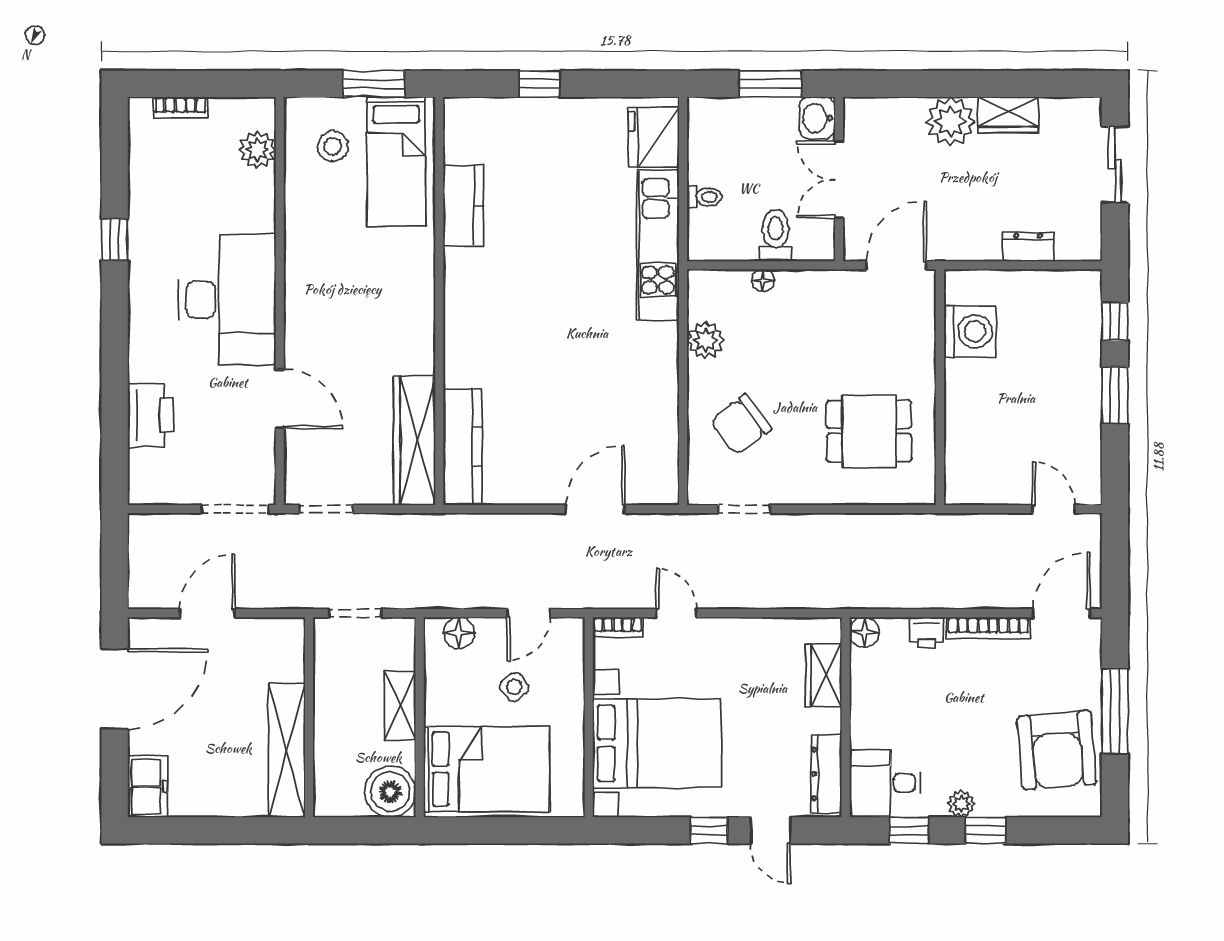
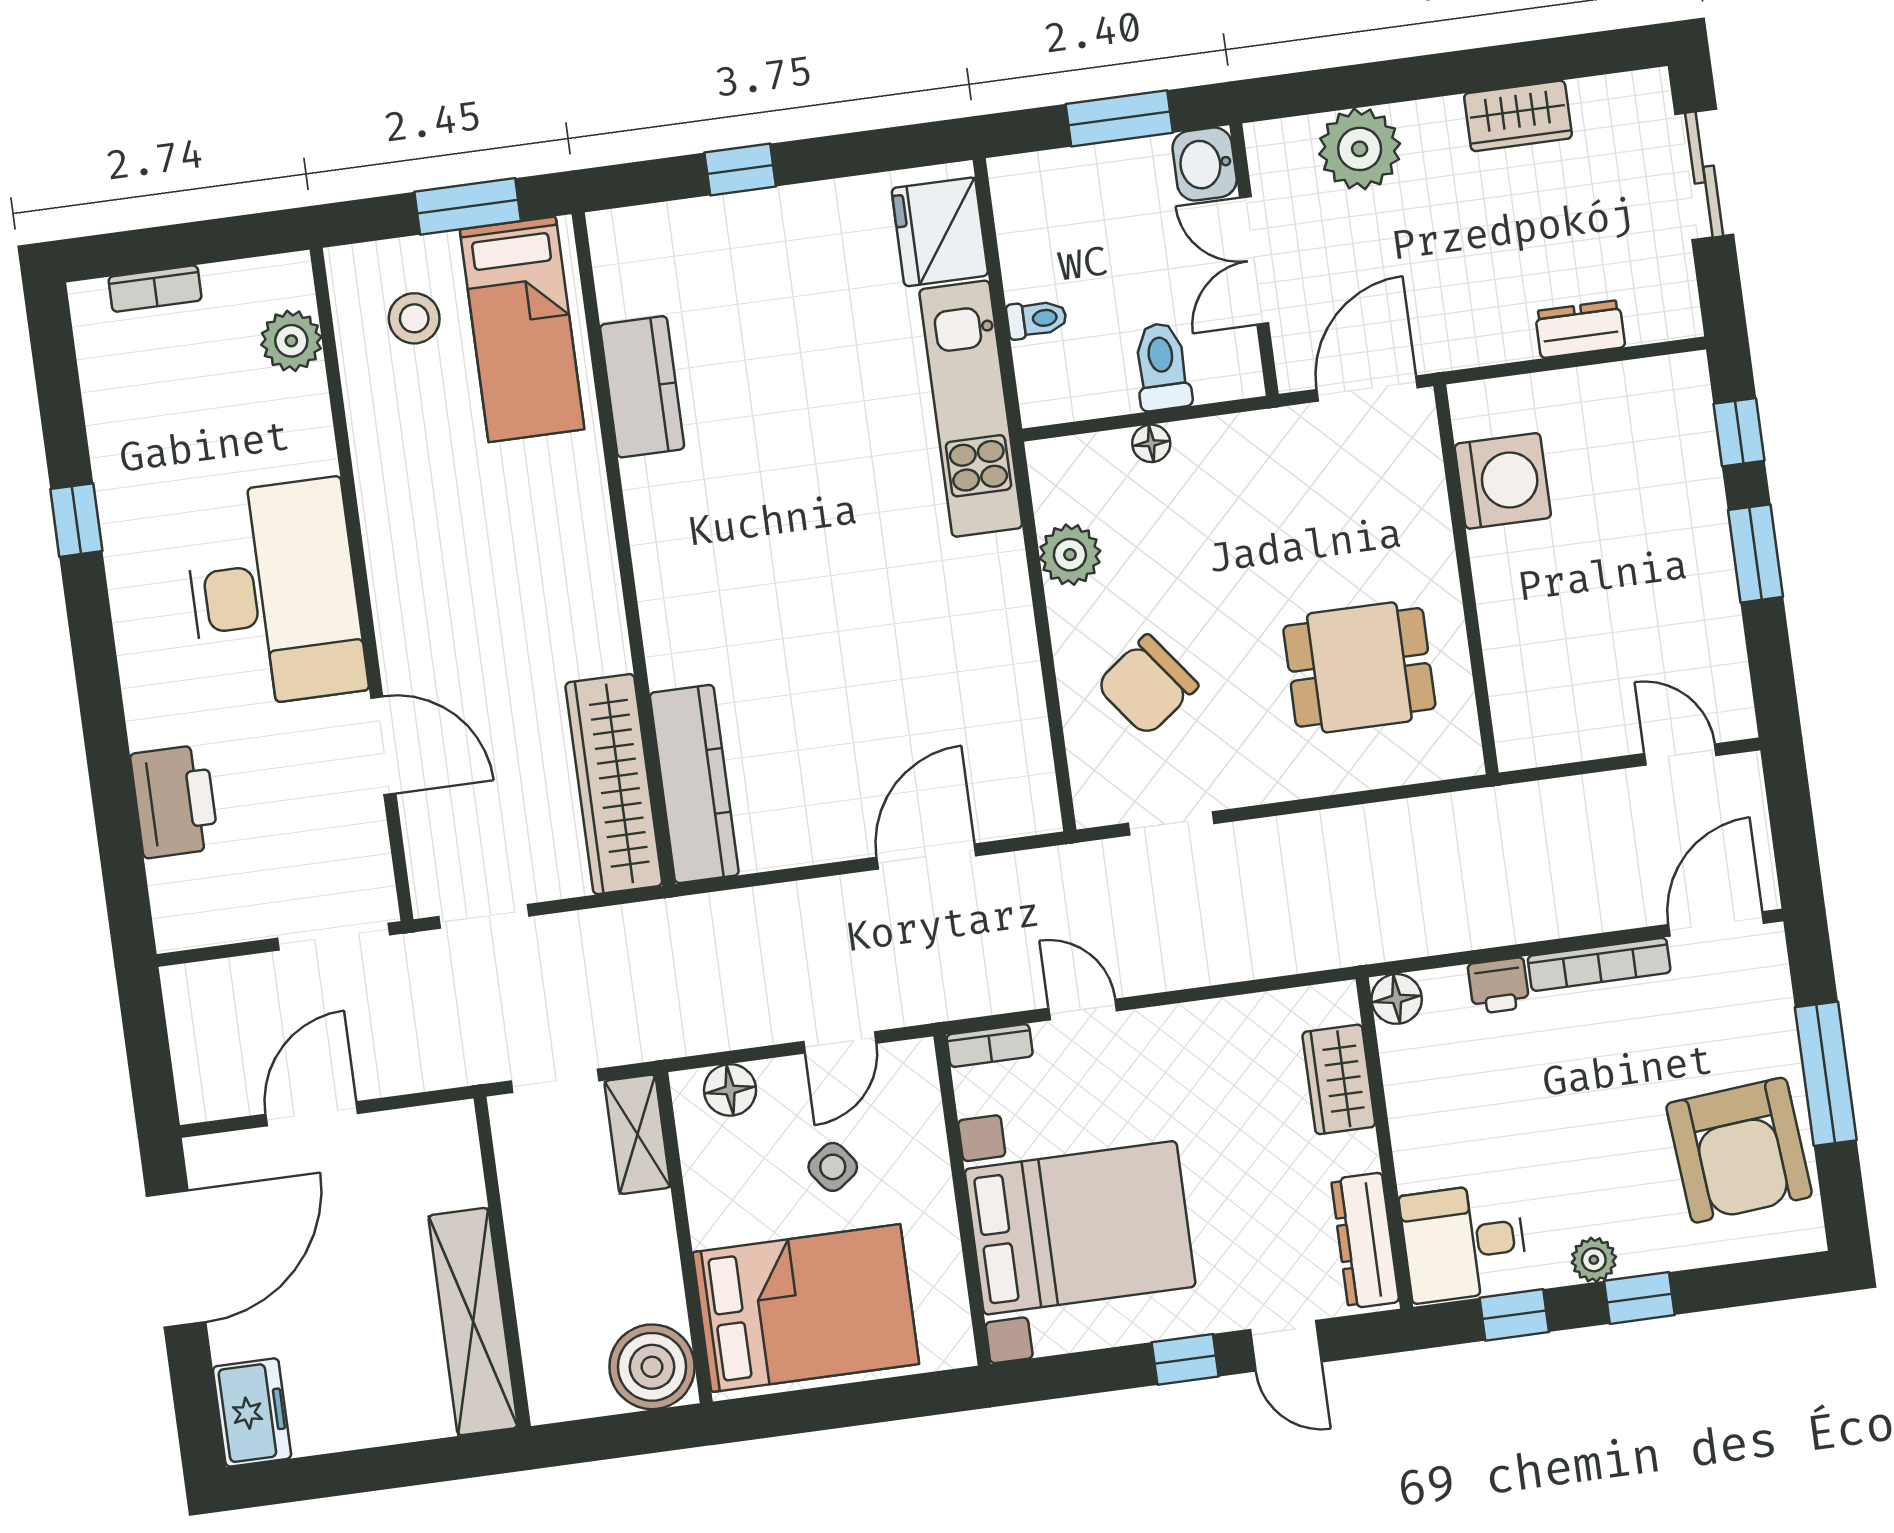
plant: (950, 121) -> (1360, 149), moved
shelving: (400, 706) -> (637, 1134), moved

